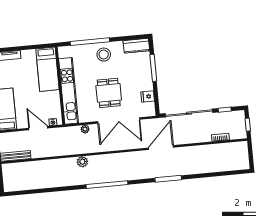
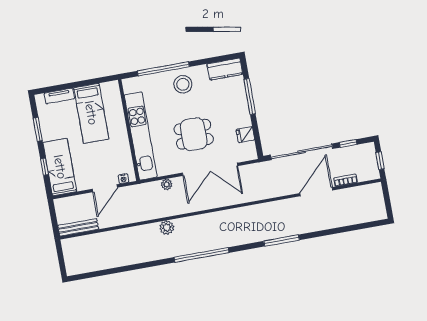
bed: (47, 69) -> (91, 113), moved
dining table: (109, 93) -> (194, 134), turned 90
door: (38, 128) -> (105, 188), swing flipped
door: (161, 148) -> (316, 192), moved

